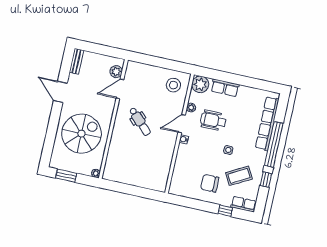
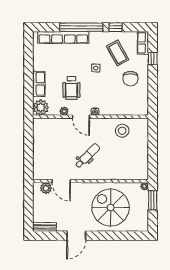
stool: (173, 85) -> (122, 131), moved
window: (66, 176) -> (153, 200), moved

